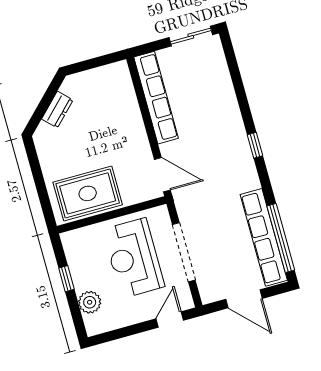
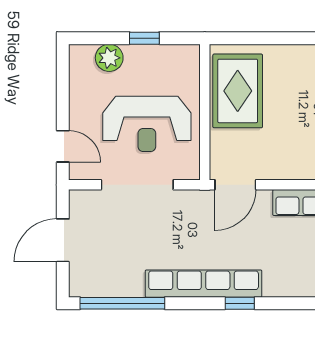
row of seats: (264, 237) -> (204, 284), moved
reception desk: (134, 258) -> (147, 124), turned 180

